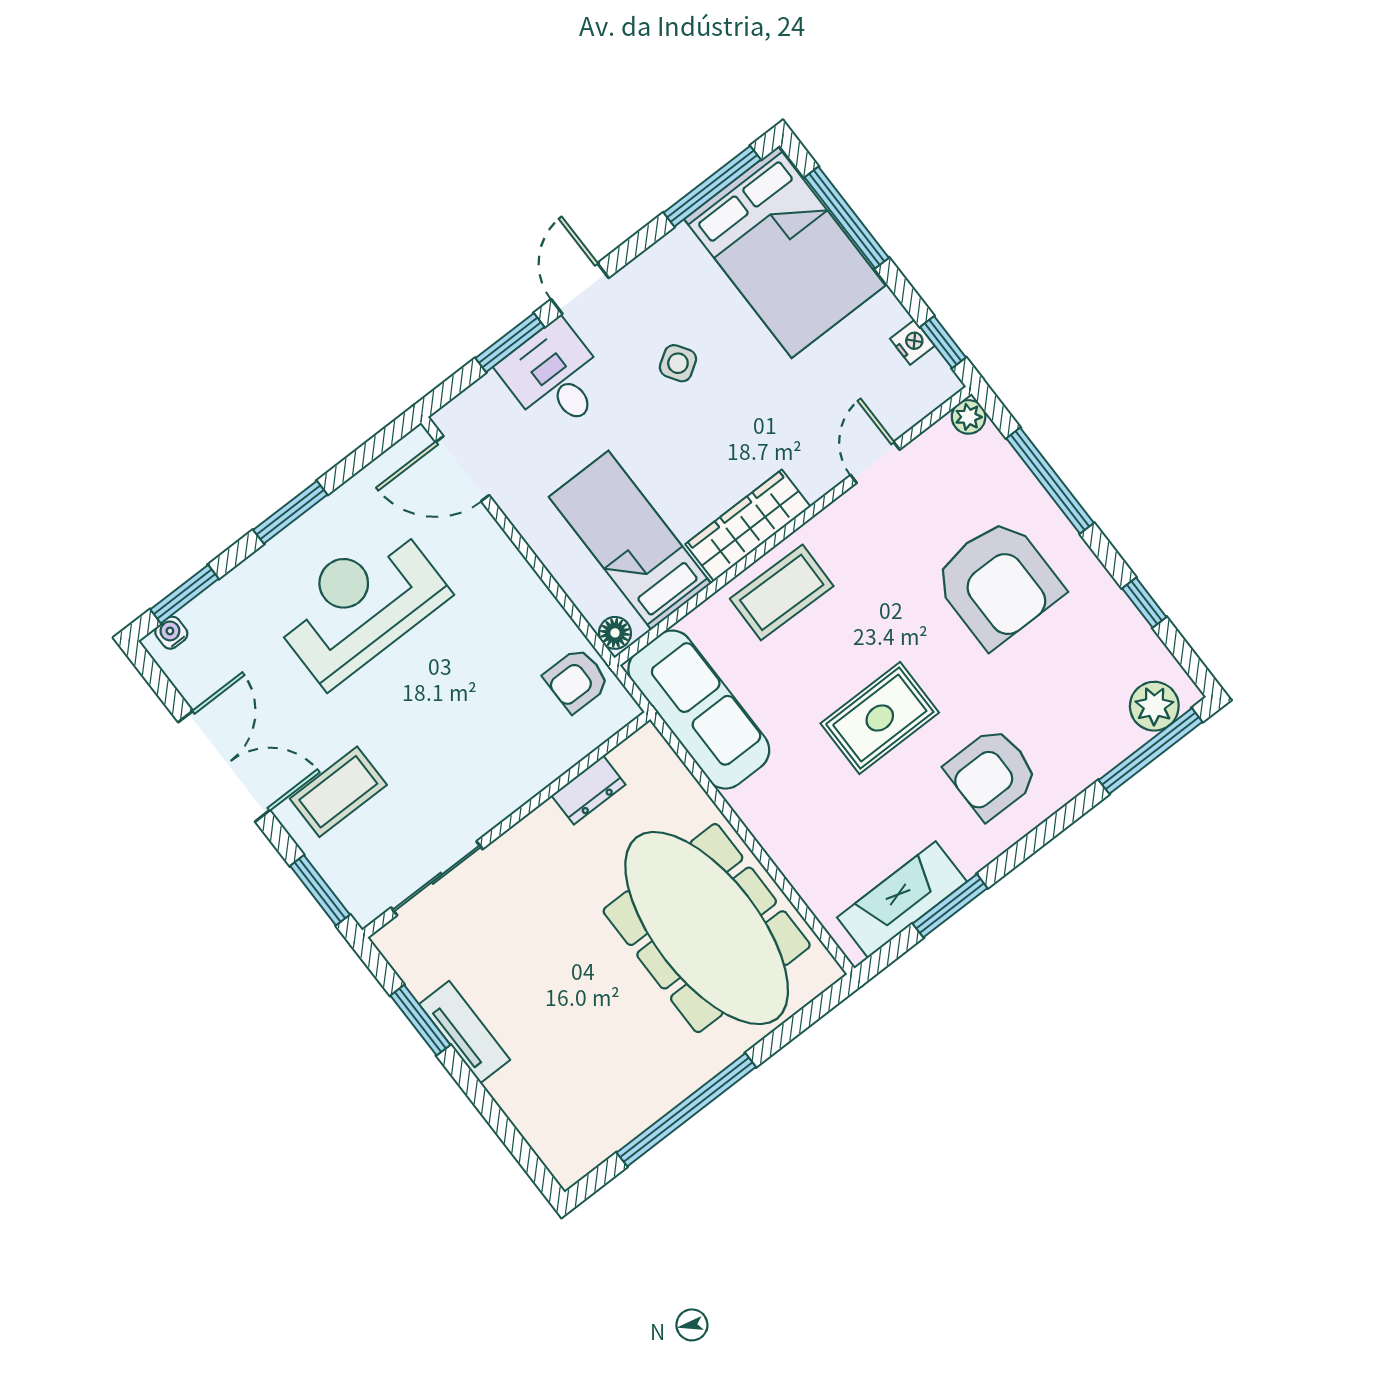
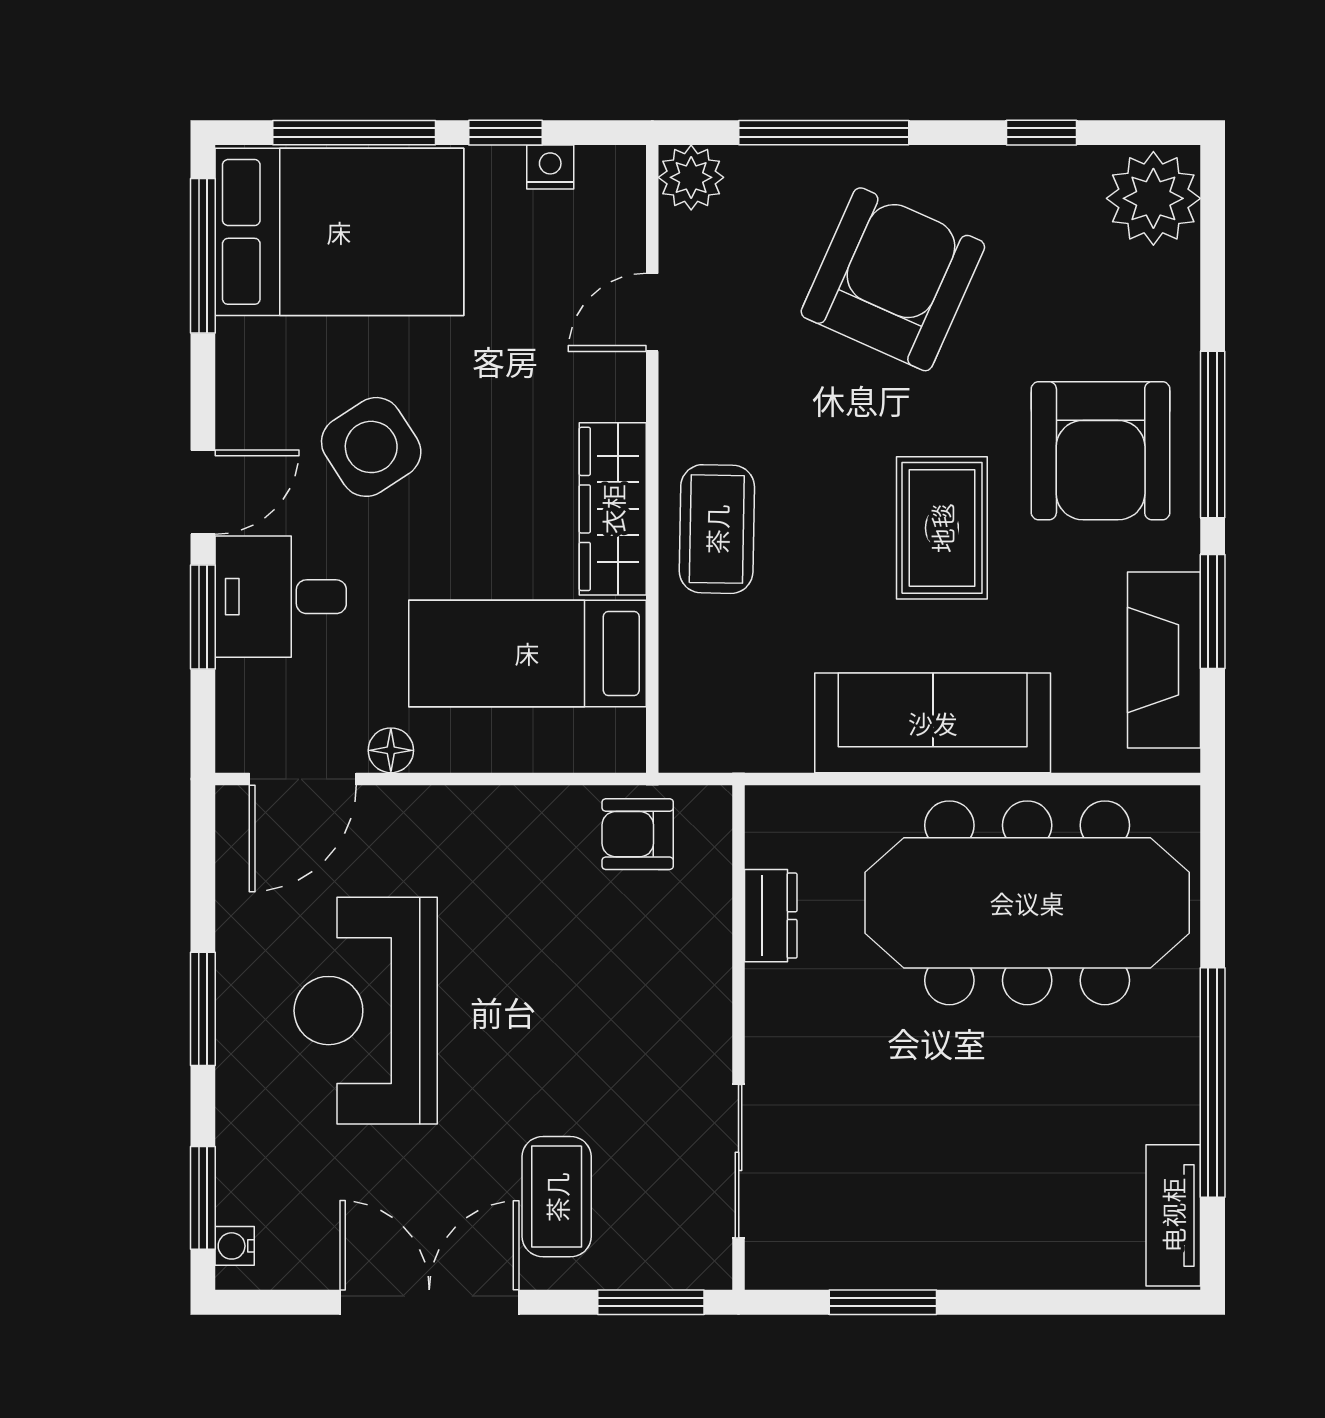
door: (580, 288) -> (203, 492), swing flipped
window: (943, 342) -> (506, 133), moved
side table: (678, 363) -> (371, 447), width x1.87, depth x1.87
plant: (969, 417) -> (691, 177), width x1.38, depth x1.38
door: (875, 462) -> (652, 312), hinge flipped
armchair: (998, 583) -> (893, 279), turned -66
floor lamp: (615, 633) -> (391, 750), moved
armchair: (576, 680) -> (638, 834), turned 90
plant: (1154, 706) -> (1153, 198), width x1.36, depth x1.36
sofa: (699, 710) -> (933, 723), moved
window: (1151, 751) -> (1213, 435), moved
armchair: (992, 773) -> (1101, 451), width x1.36, depth x1.36
tv unit: (465, 1032) -> (1173, 1215), moved, turned -90

